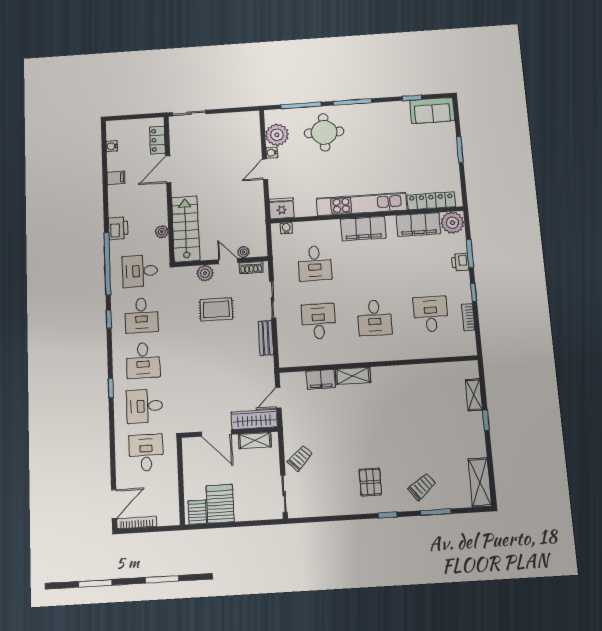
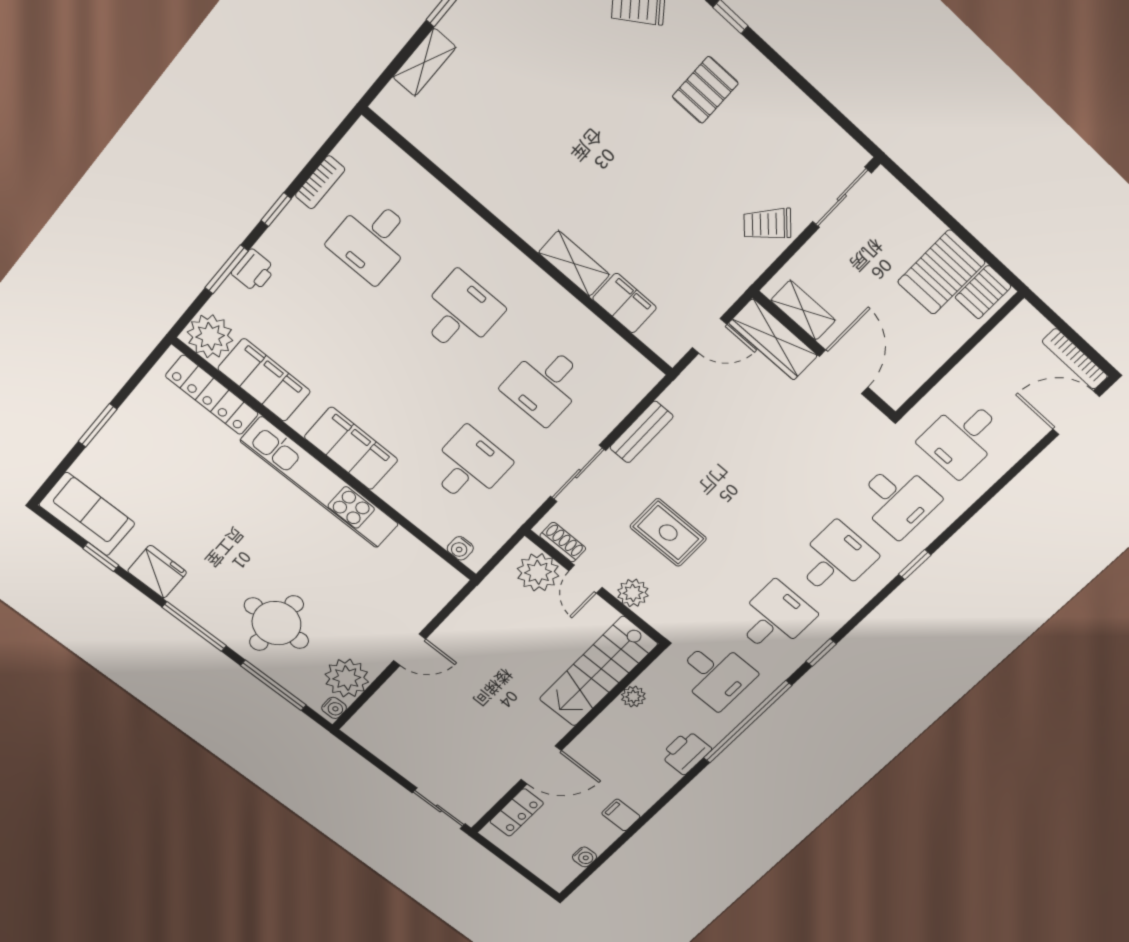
water cooler: (272, 153) -> (334, 708), moved
fridge: (282, 208) -> (157, 572), moved, turned 180
plant: (244, 252) -> (538, 572), width x1.88, depth x1.88

